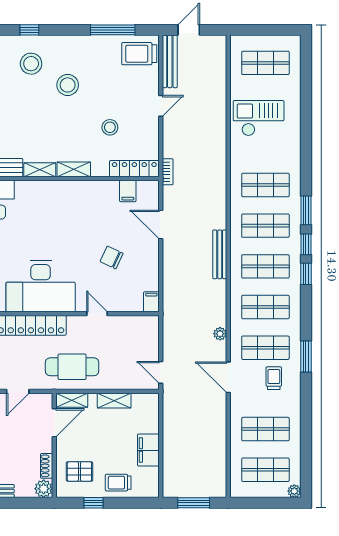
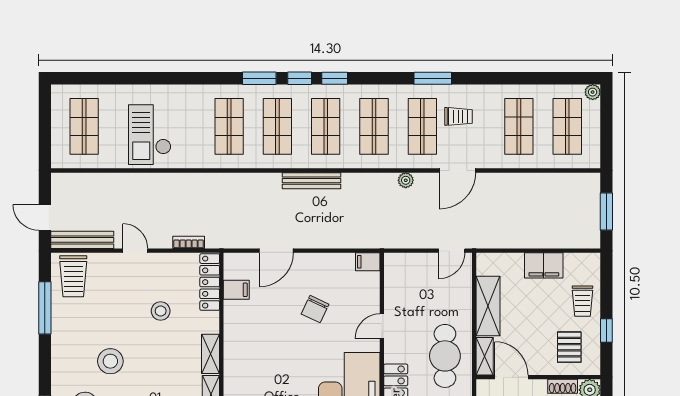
bookcase: (168, 172) -> (189, 242), moved
trolley: (274, 378) -> (458, 116), turned 180
shelving: (114, 401) -> (488, 306), width x1.50, depth x1.33

